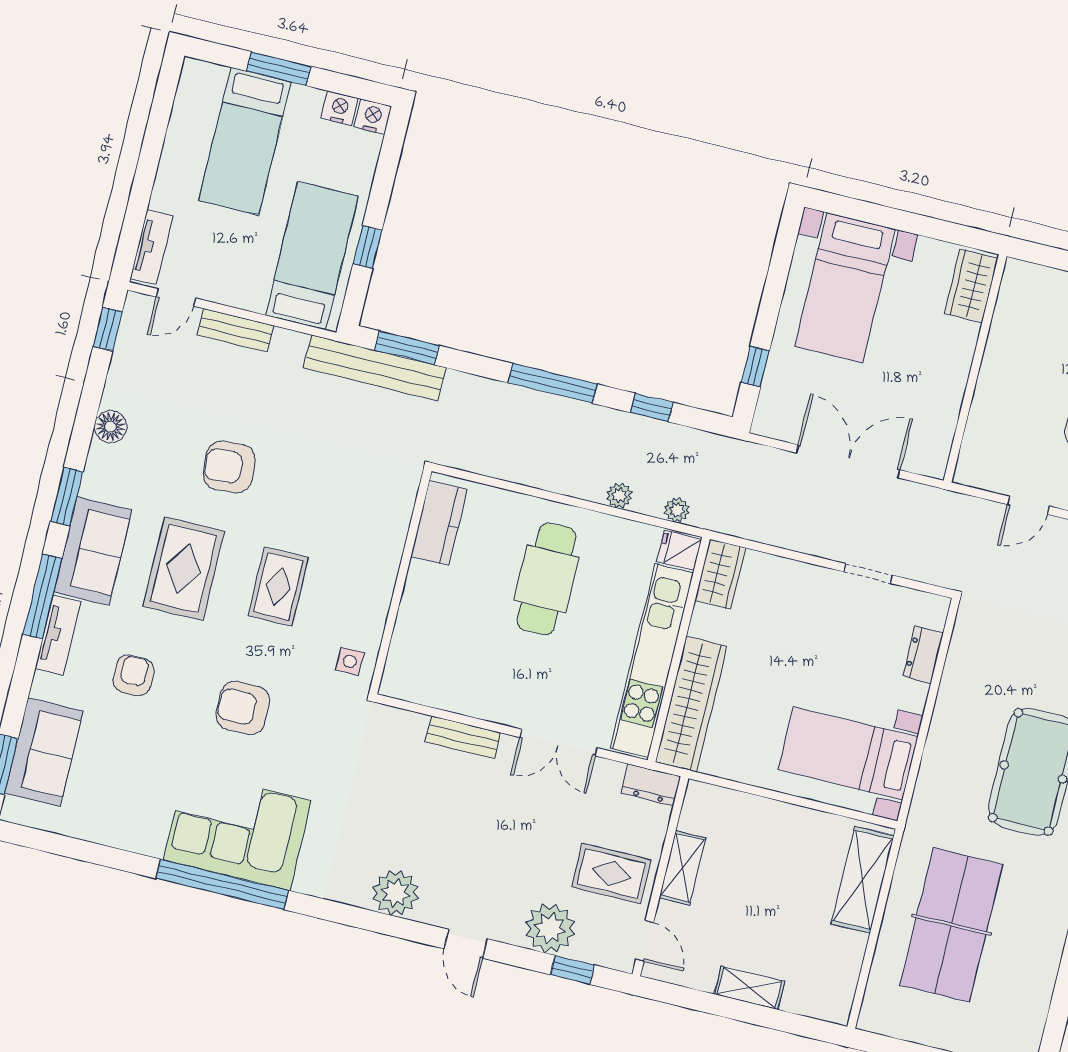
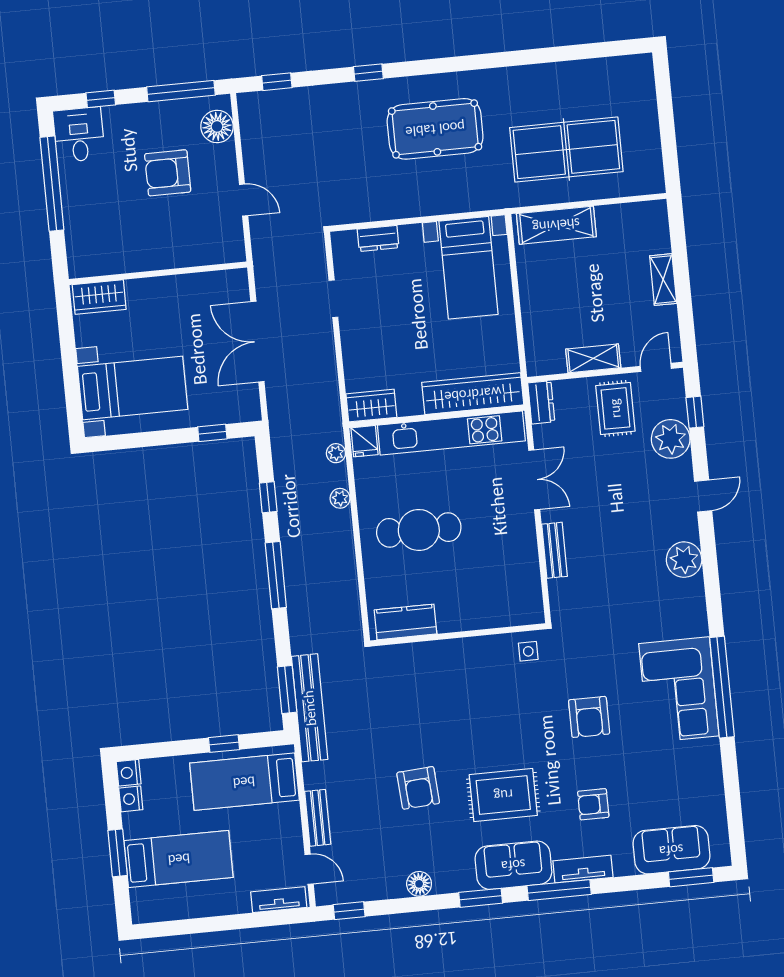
rug: (278, 586) -> (492, 722), removed

